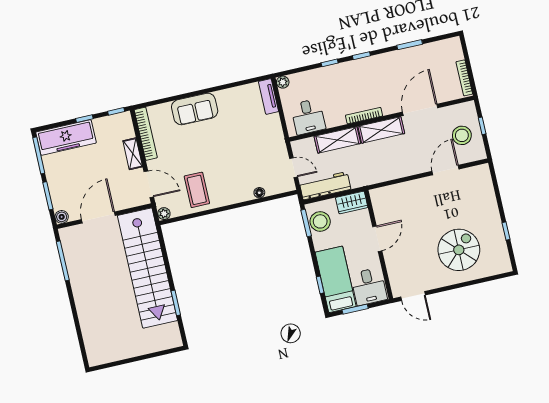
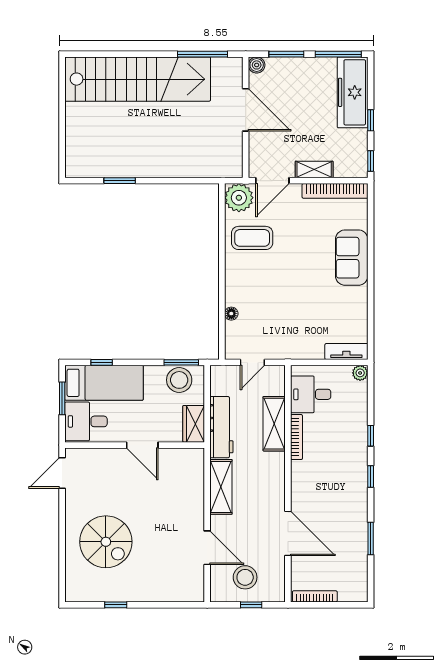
bookcase: (364, 116) -> (297, 437), moved
shelving: (381, 130) -> (221, 487), moved
workbench: (325, 186) -> (221, 427), moved
plant: (164, 214) -> (239, 198), width x1.88, depth x1.88
stairs: (147, 268) -> (138, 79), moved, turned 180

